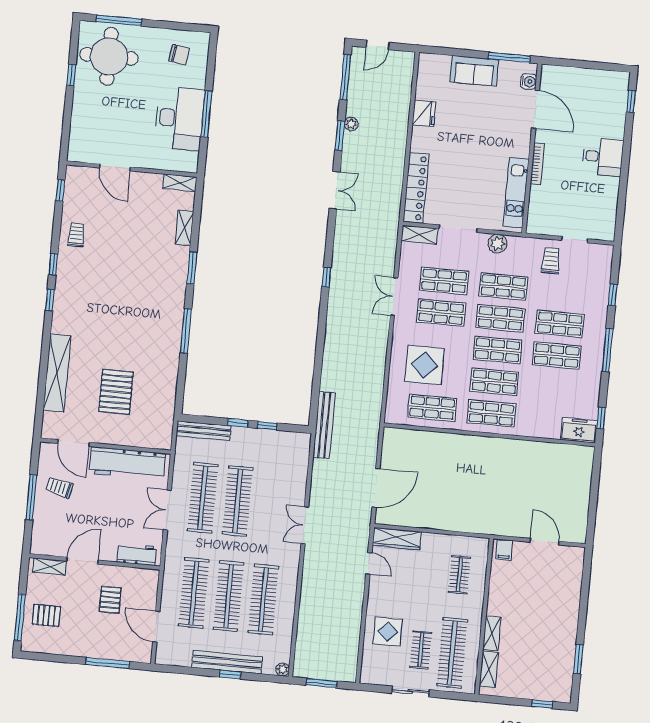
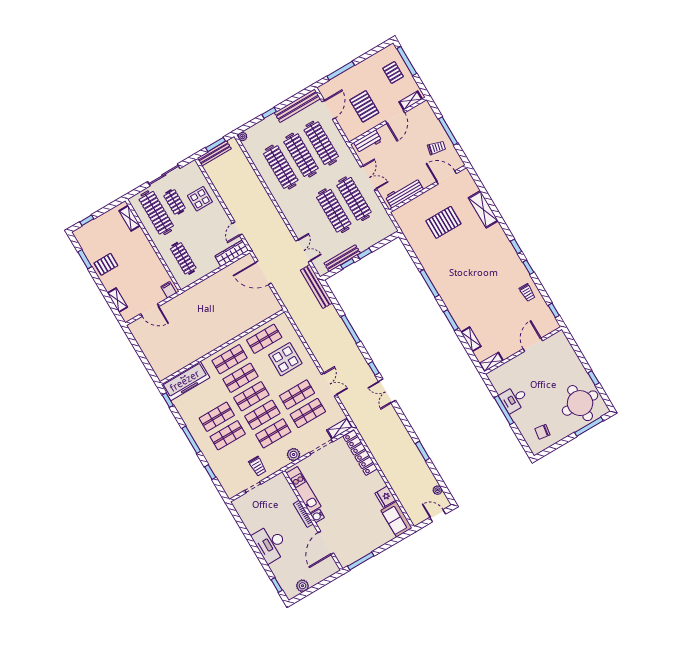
door: (378, 45) -> (438, 516), hinge flipped
sofa: (474, 71) -> (397, 519), moved, turned -90
window: (345, 77) -> (351, 329), moved
plant: (601, 78) -> (302, 586), added
water cooler: (529, 81) -> (317, 516), moved
door: (535, 109) -> (326, 543), hinge flipped
desk: (179, 118) -> (514, 399), width x0.53, depth x0.77
plant: (351, 124) -> (437, 490), moved
desk: (603, 157) -> (270, 544), width x1.37
door: (115, 167) -> (533, 345), hinge flipped
double door: (335, 190) -> (387, 391), moved
shelving: (57, 373) -> (483, 209), width x0.68
pallet: (116, 392) -> (443, 222), turned 90
freezer: (579, 430) -> (185, 381), width x1.91, depth x1.26
bench: (204, 431) -> (342, 258), moved
workbench: (127, 463) -> (404, 193), width x0.73, depth x0.76
door: (376, 488) -> (263, 273), hinge flipped
double door: (305, 525) -> (303, 251), moved
door: (369, 563) -> (237, 229), hinge flipped
clothes rail: (460, 575) -> (183, 258), width x1.36
pallet: (110, 600) -> (364, 106), width x1.50, depth x1.42
pallet: (46, 615) -> (393, 72), turned 90
door: (156, 627) -> (329, 110), hinge flipped
shelving: (492, 633) -> (117, 300), moved
pallet: (557, 635) -> (106, 264), added
bench: (227, 662) -> (297, 106), moved
bench: (331, 674) -> (214, 153), added
sliding door: (410, 692) -> (164, 175), width x1.37

